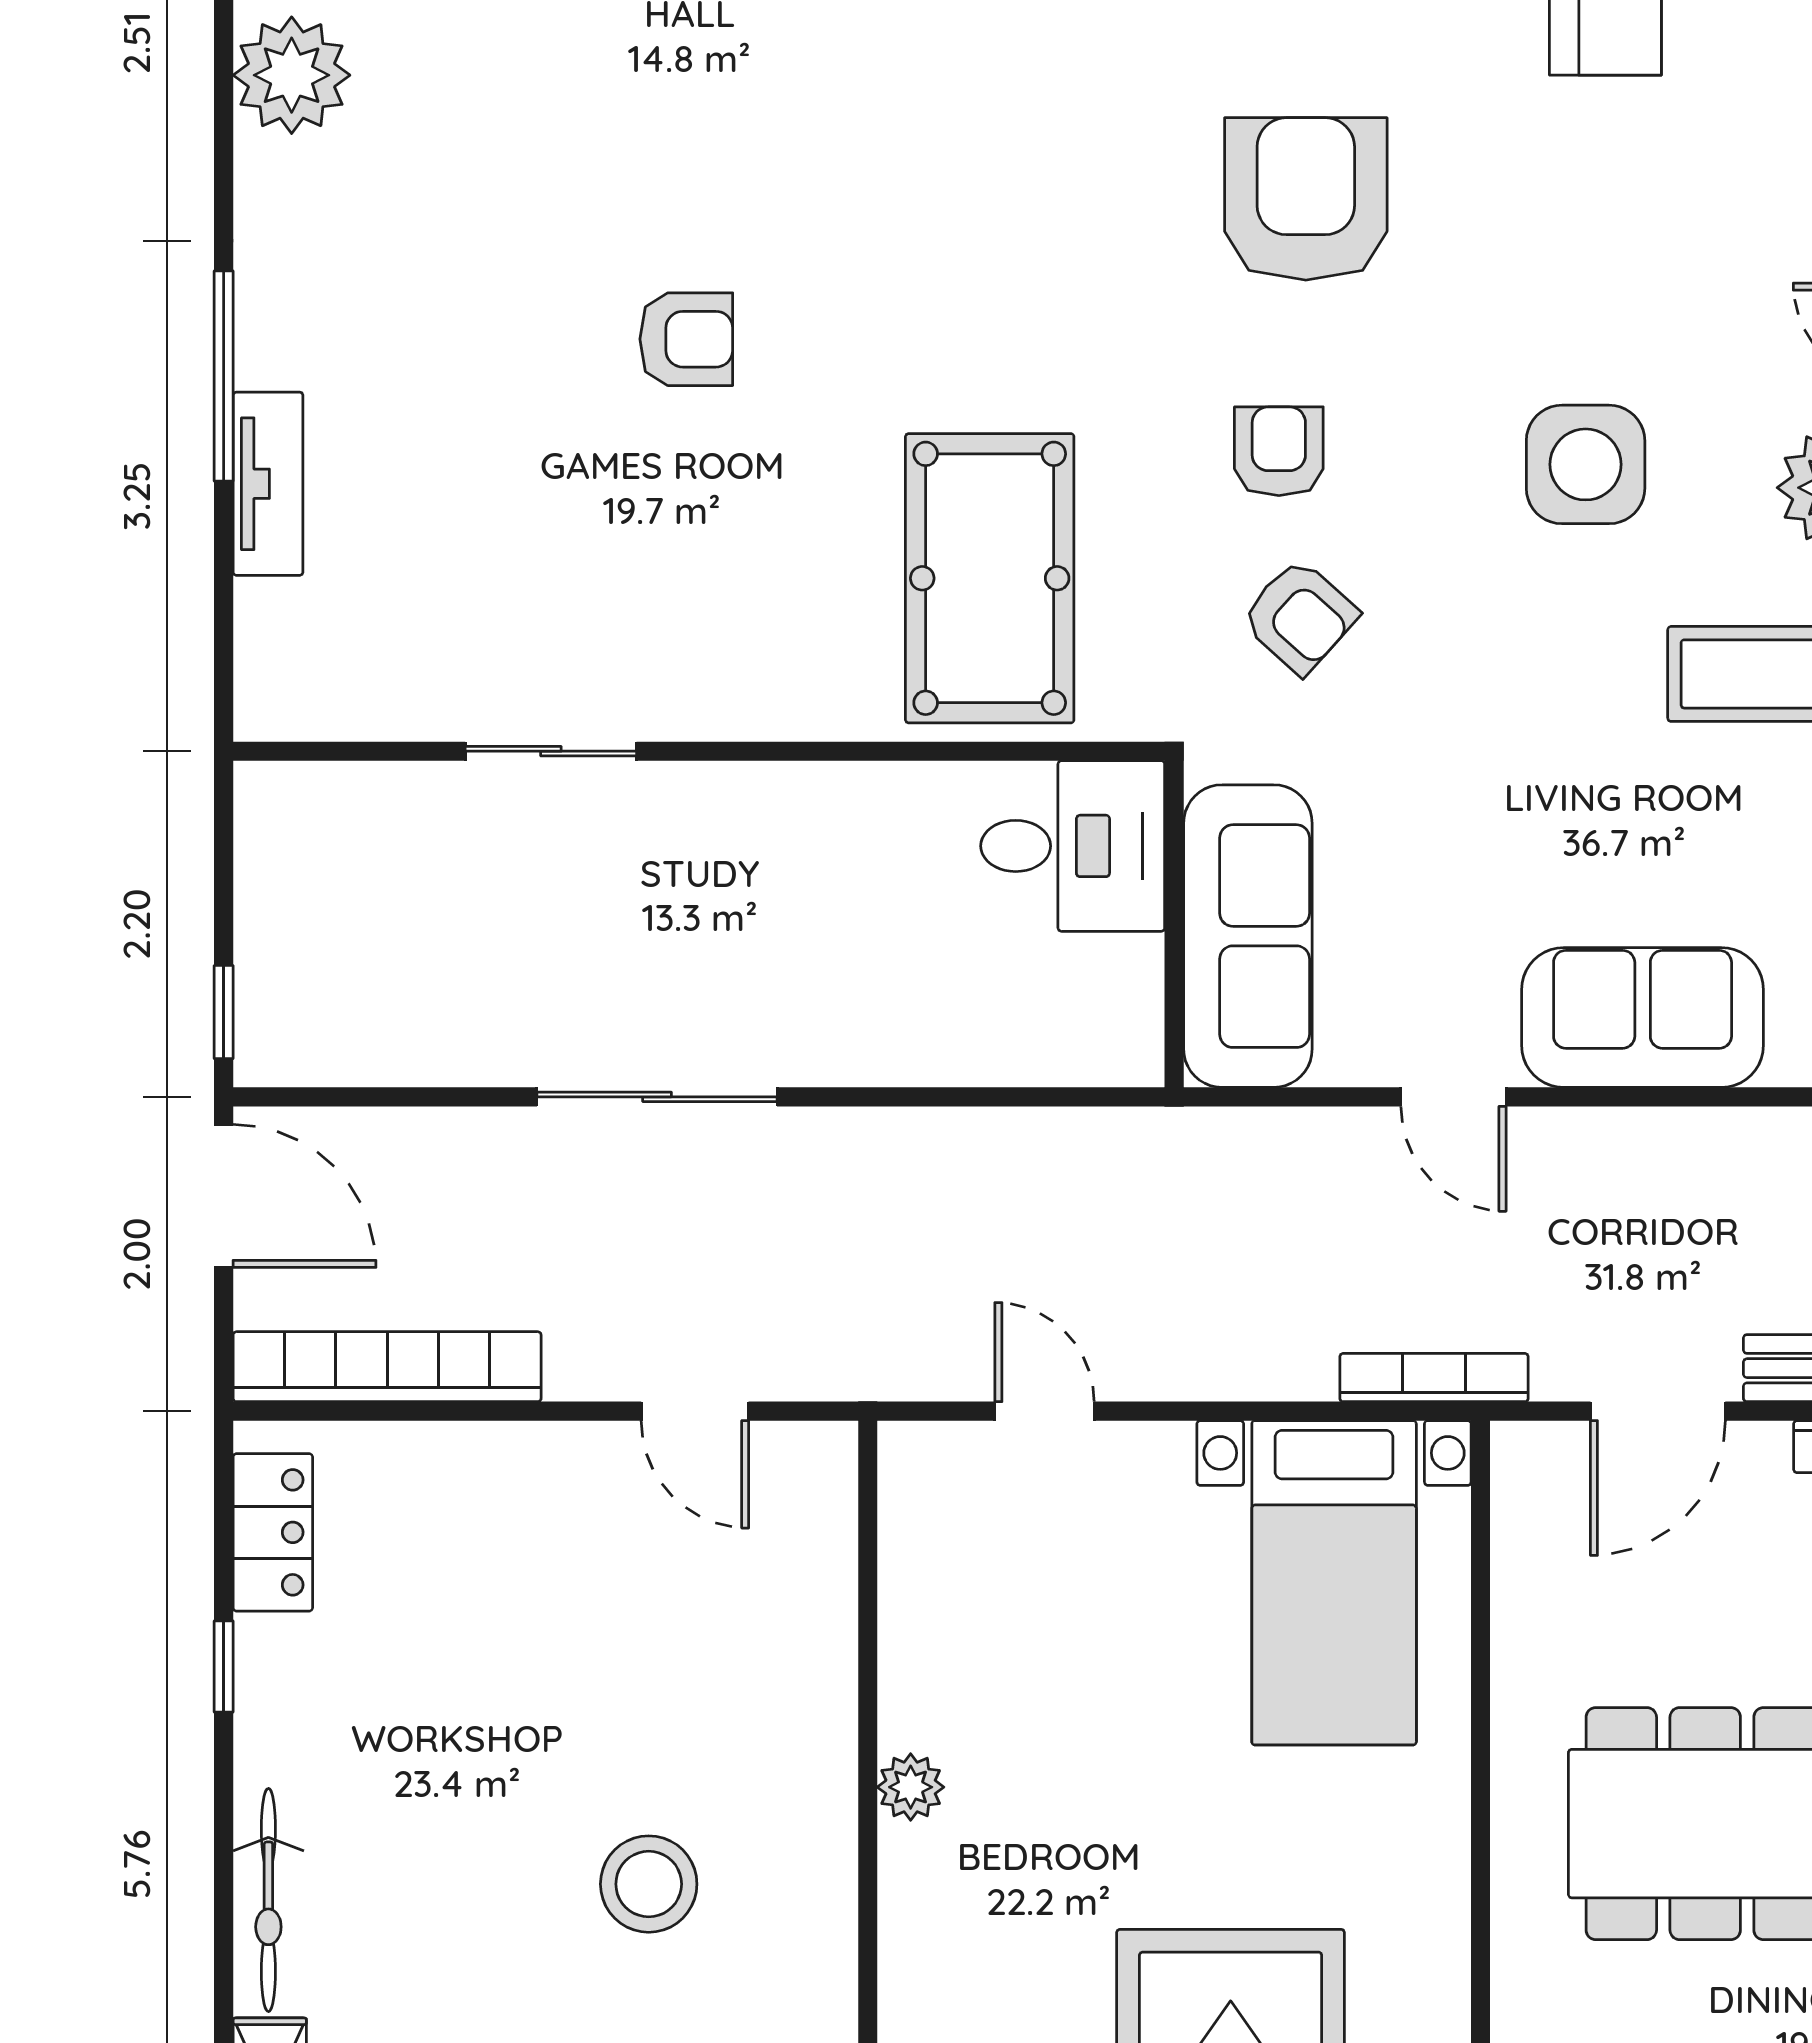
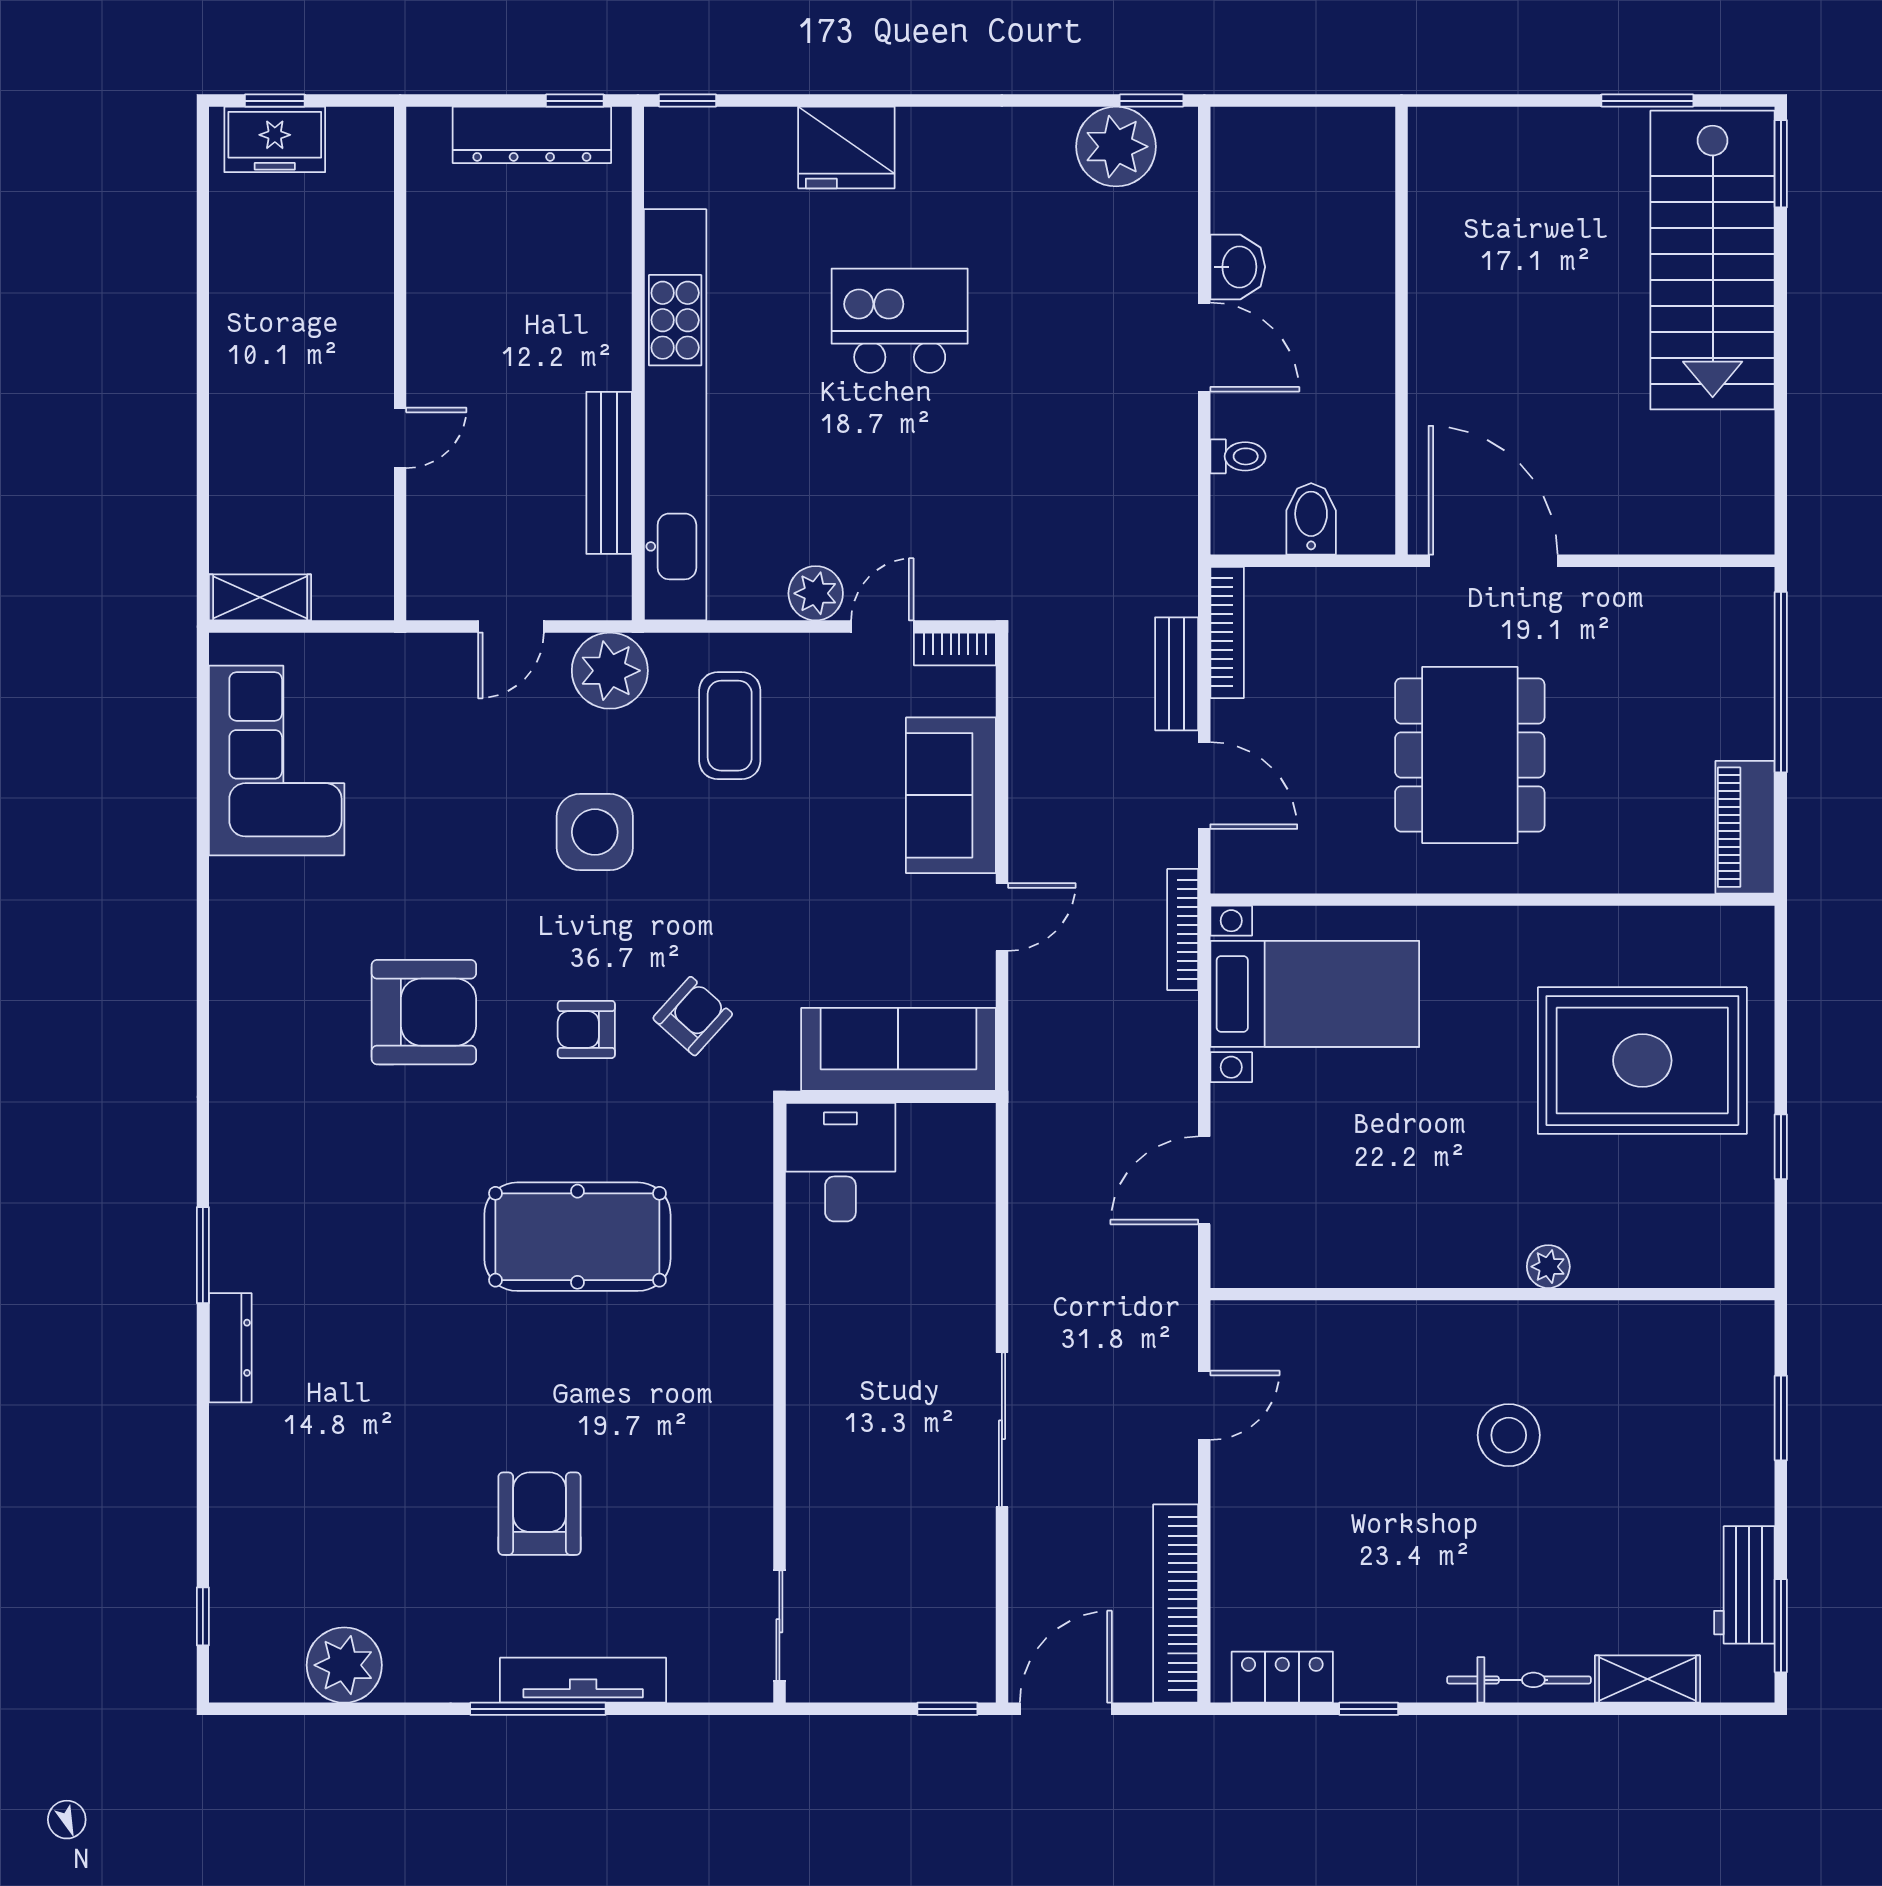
armchair: (1306, 199) -> (424, 1012), turned 180
armchair: (686, 339) -> (540, 1514), moved, width x1.38, depth x1.38
tv unit: (268, 484) -> (583, 1680), width x1.41
pool table: (990, 578) -> (577, 1237), moved
sliding door: (551, 751) -> (779, 1626), moved
door: (1044, 1411) -> (1204, 1180), width x1.38
plant: (911, 1787) -> (1548, 1267), moved

